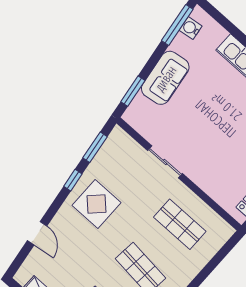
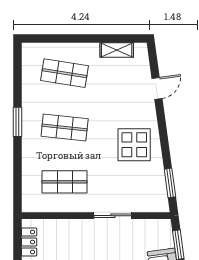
window: (73, 180) -> (165, 147), removed
door: (37, 233) -> (157, 88), swing flipped

